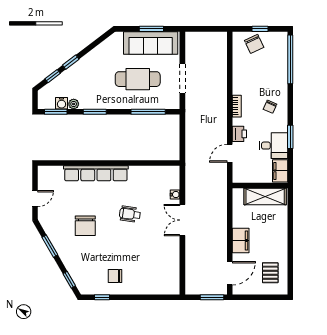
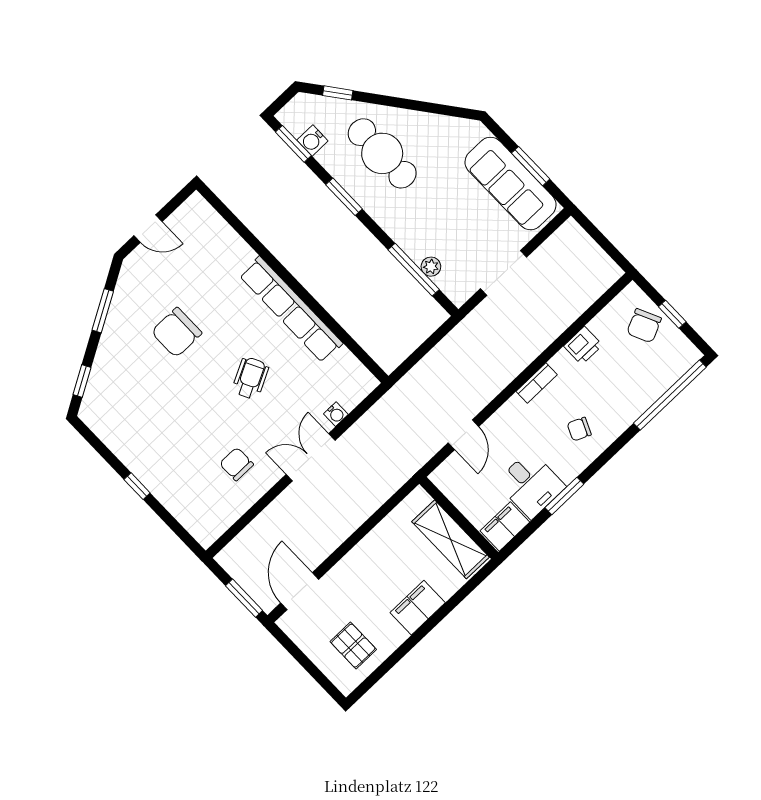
window: (71, 62) -> (380, 100), removed
cafe table: (138, 79) -> (382, 153), moved
plant: (74, 104) -> (431, 267), moved
printer: (239, 134) -> (583, 346), moved
door: (230, 153) -> (463, 435), swing flipped
row of seats: (96, 173) -> (291, 309), moved
wheelchair: (130, 214) -> (250, 378), turned 55
filing cabinet: (241, 241) -> (418, 608), moved, turned 180
door: (230, 273) -> (300, 591), swing flipped
pallet: (270, 273) -> (353, 646), turned 90
chair: (115, 276) -> (237, 464), moved
window: (102, 297) -> (137, 486), moved

